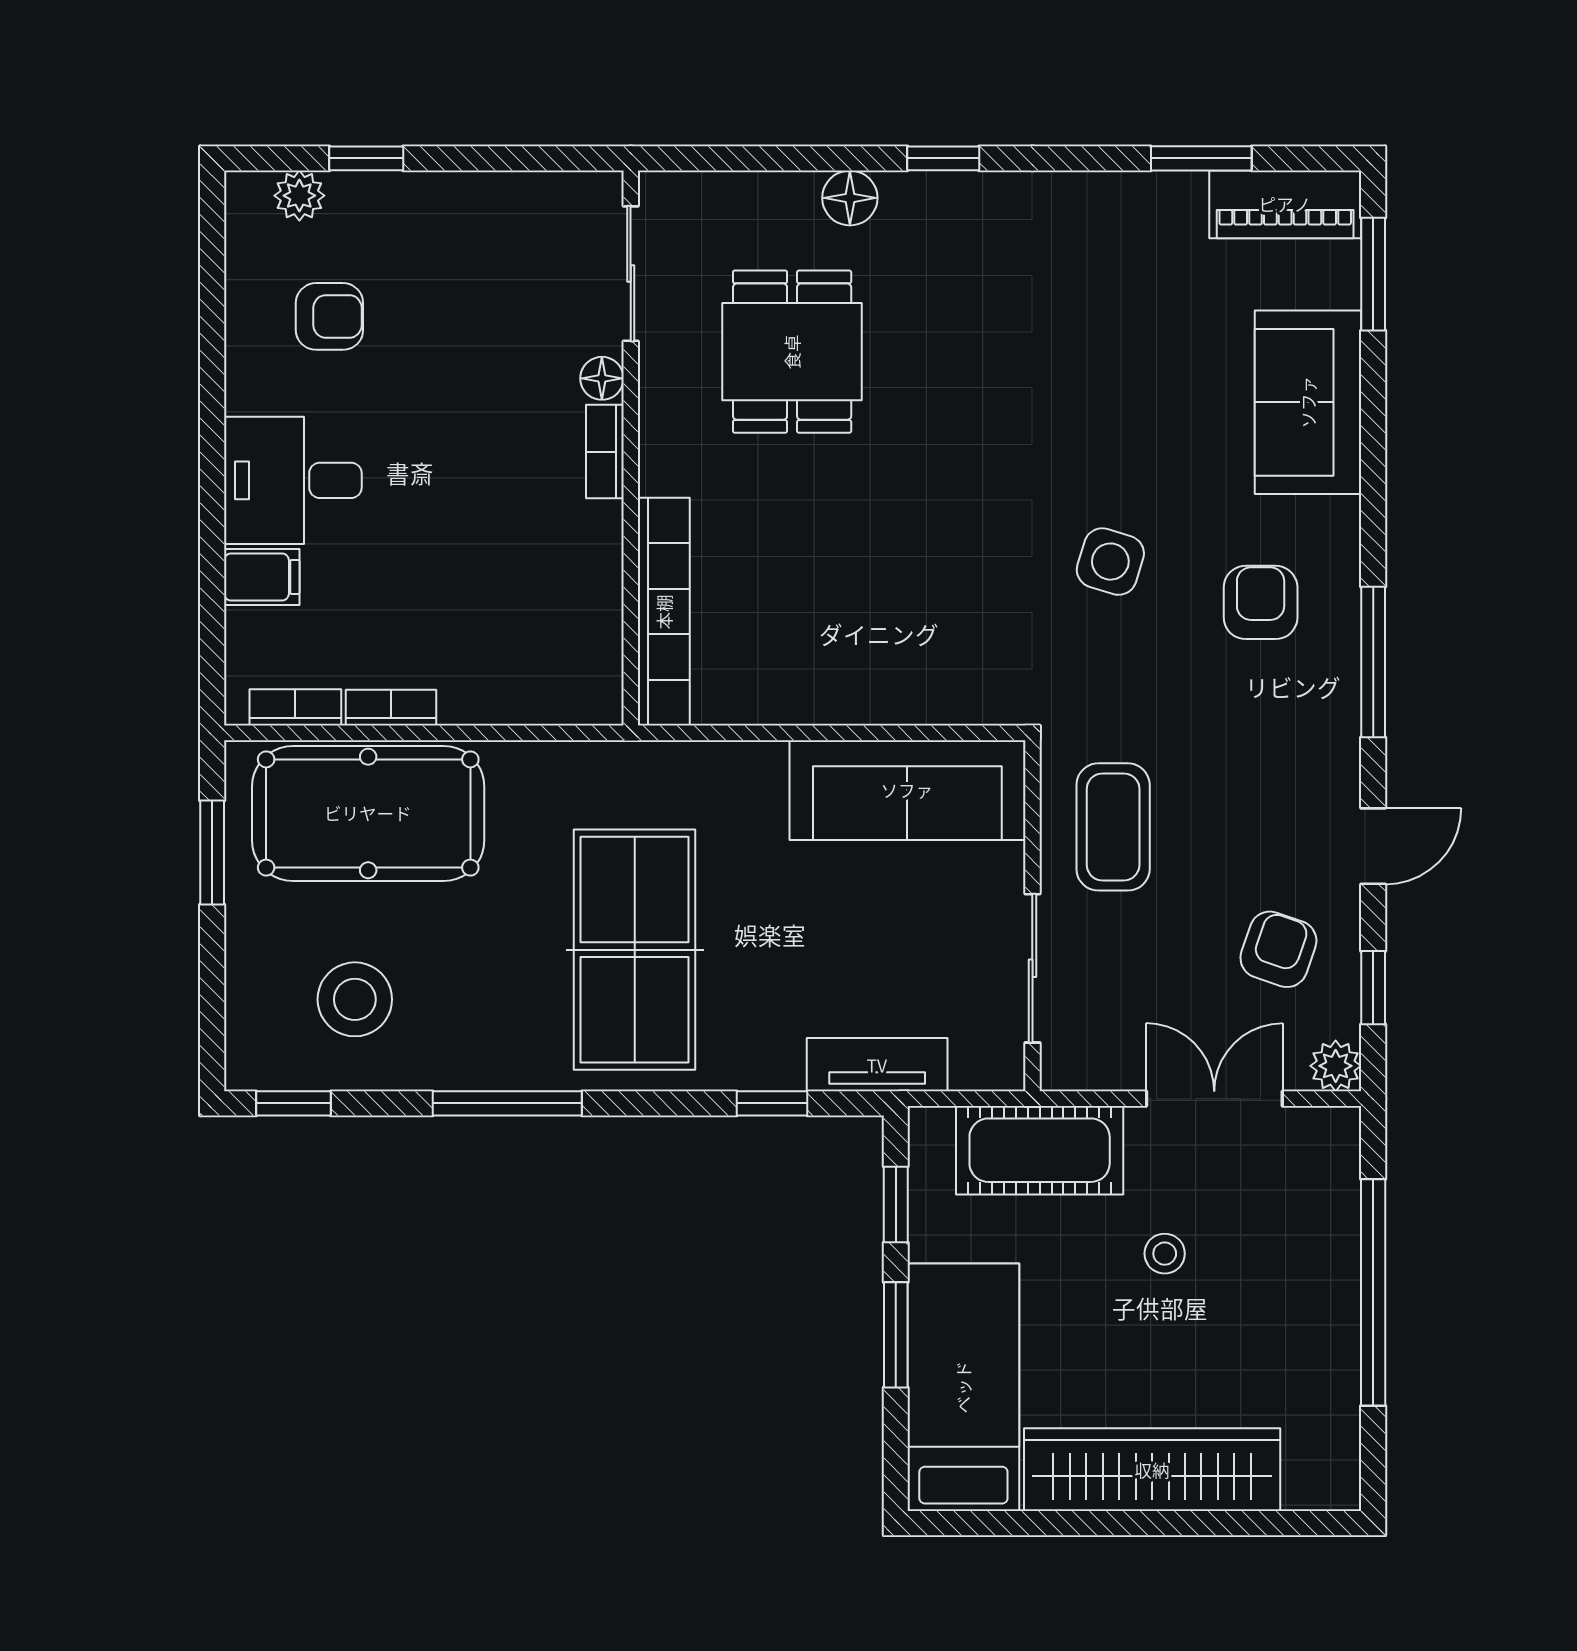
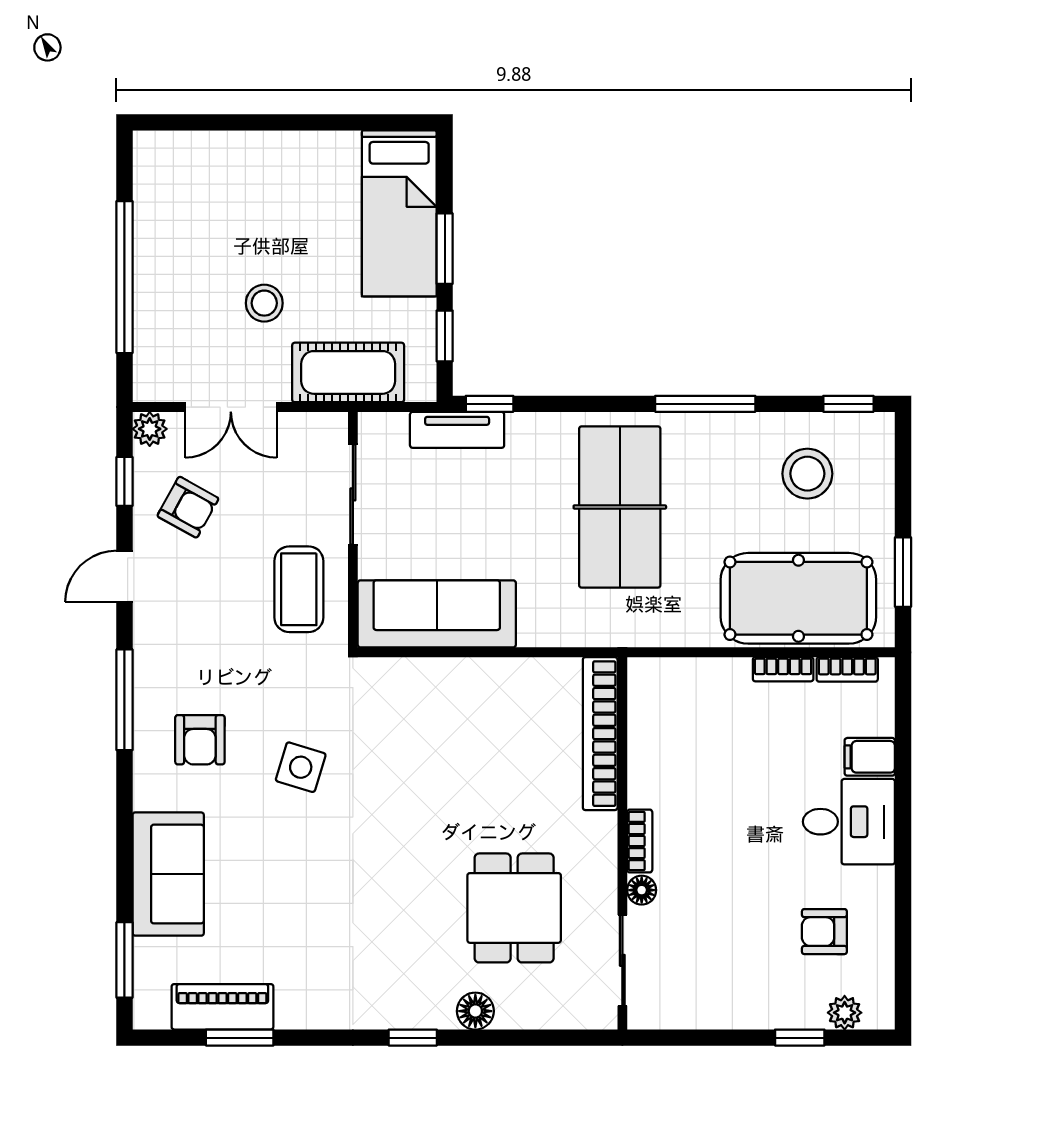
piano: (1285, 204) -> (222, 1007), moved
armchair: (1278, 949) -> (188, 507), turned -80
window: (772, 1103) -> (490, 404), moved
stool: (1165, 1254) -> (264, 303), width x1.37, depth x1.37
wardrobe: (1152, 1470) -> (273, 158), removed

